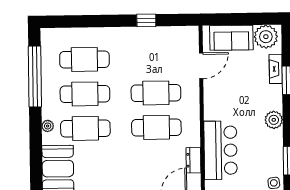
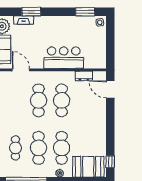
cafe table: (84, 59) -> (15, 148), width x0.73, depth x0.74
plant: (274, 120) -> (58, 22), removed
bar counter: (220, 150) -> (64, 58), moved

